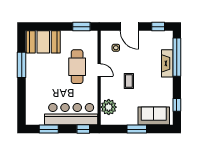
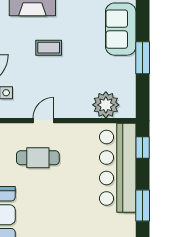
cafe table: (77, 67) -> (38, 158), width x0.73, depth x0.74
coffee table: (129, 81) -> (49, 48), moved

